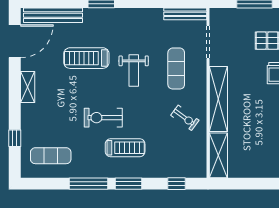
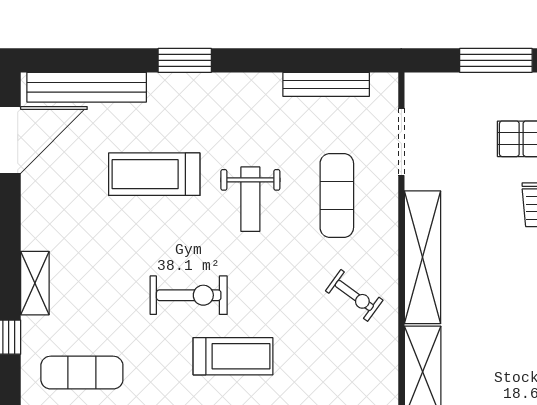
bench: (185, 14) -> (326, 84), moved
shelving: (28, 87) -> (35, 283), moved
exercise bike: (103, 118) -> (189, 295), turned 180

